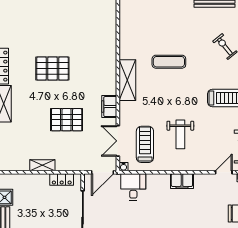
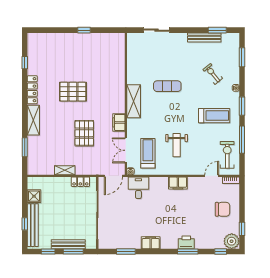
pallet: (67, 120) -> (84, 133), turned 90

